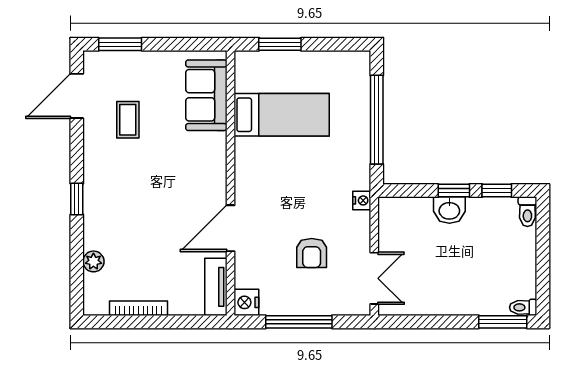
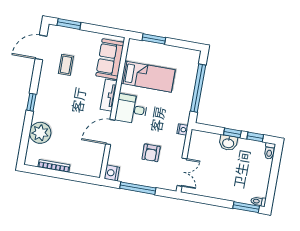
desk: (262, 180) -> (131, 109), added
plant: (93, 261) -> (40, 133), width x1.87, depth x1.87
tv unit: (216, 287) -> (109, 95), moved

